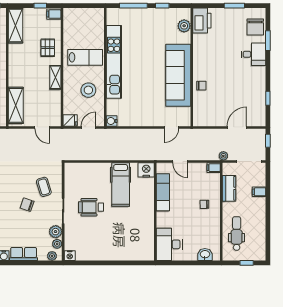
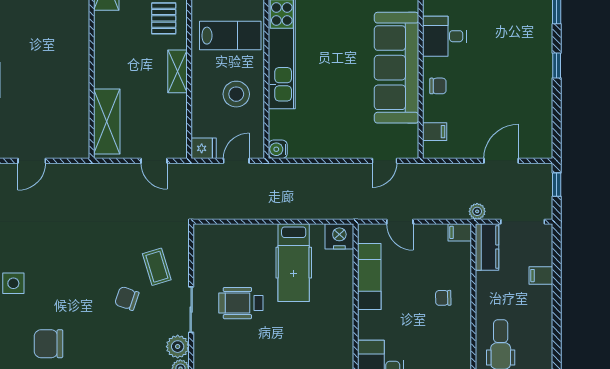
desk: (254, 54) -> (444, 36), moved, turned 180
window: (268, 98) -> (557, 66), moved
filing cabinet: (200, 111) -> (435, 132), added
kitchen counter: (229, 188) -> (487, 247), moved

